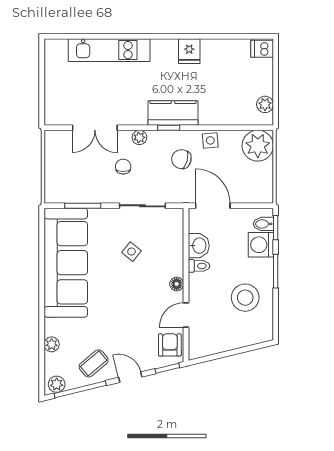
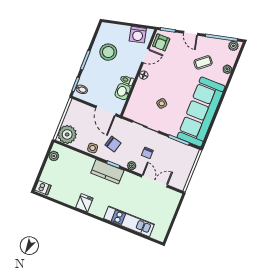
washing machine: (261, 245) -> (138, 35), moved, turned 76
coffee table: (94, 363) -> (203, 62), moved

